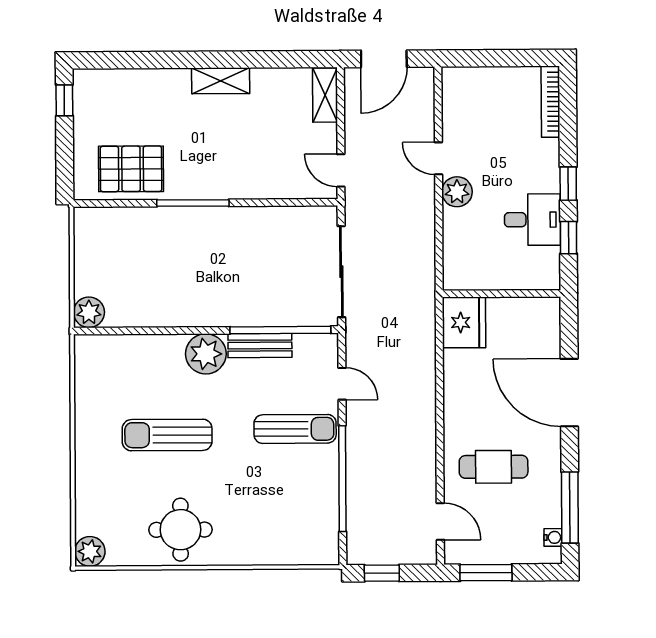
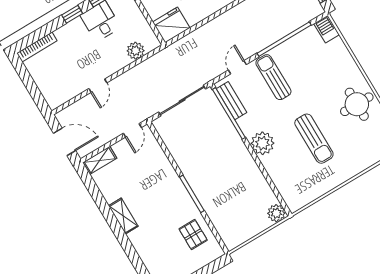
pallet: (131, 169) -> (193, 234), width x0.67, depth x0.71
plant: (457, 192) -> (136, 51), moved
bench: (260, 346) -> (231, 101), moved
barbecue: (320, 551) -> (327, 29), added

